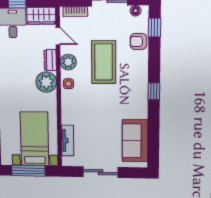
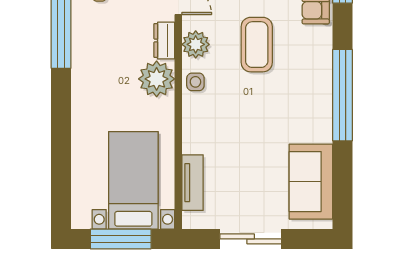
coffee table: (104, 62) -> (257, 45), width x0.73, depth x0.76
window: (154, 91) -> (342, 95), width x3.17

